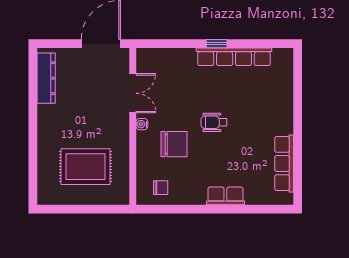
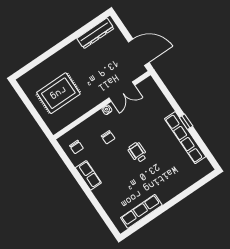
chair: (174, 144) -> (108, 137), width x0.54, depth x0.54
rug: (85, 167) -> (58, 93), turned 90
row of seats: (225, 196) -> (88, 175), moved

